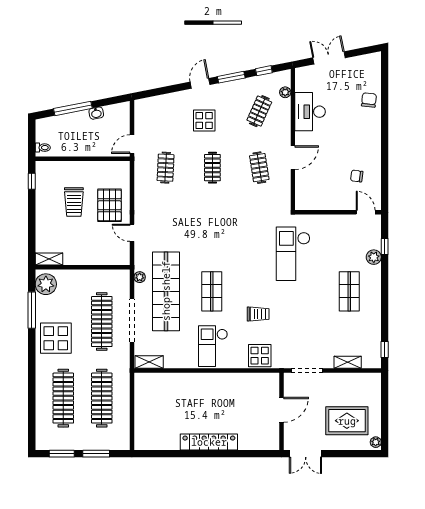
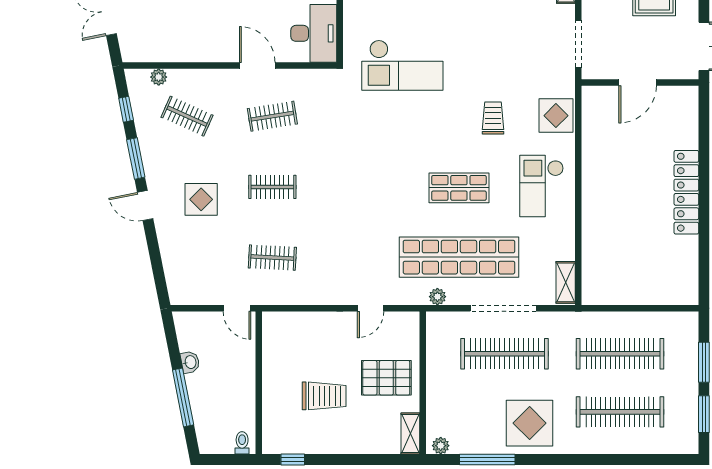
desk: (310, 112) -> (314, 33), moved, turned -90
pallet: (109, 205) -> (386, 378), moved
plant: (46, 284) -> (441, 446), width x0.53, depth x0.53
checkout: (213, 346) -> (542, 186), turned 90
door: (282, 410) -> (638, 83), swing flipped

